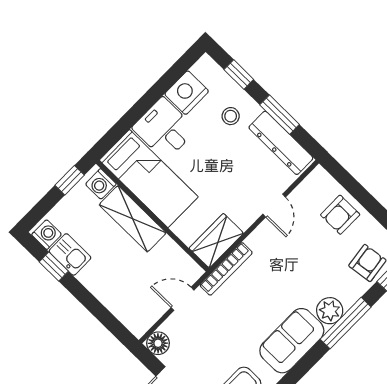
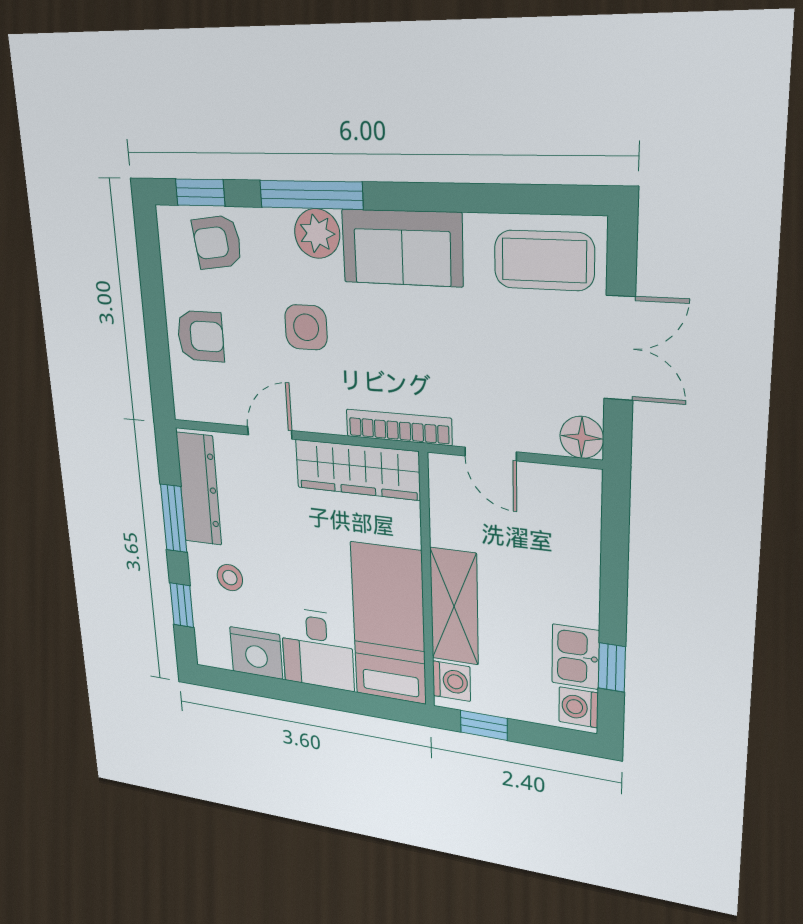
wardrobe: (216, 241) -> (357, 470), width x1.50
side table: (300, 268) -> (306, 327), added

